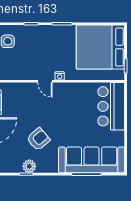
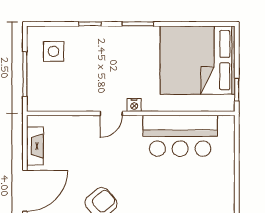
door: (45, 81) -> (111, 113), hinge flipped
bar counter: (111, 106) -> (180, 136), moved, turned -90

